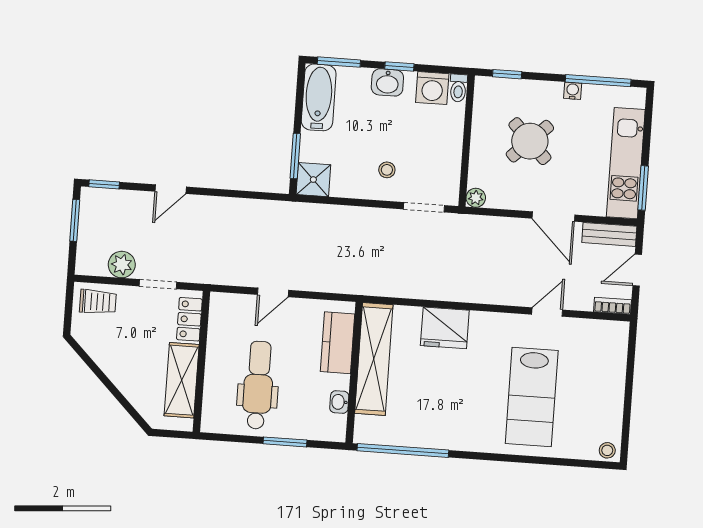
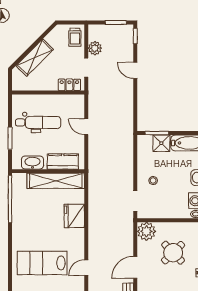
shower: (313, 180) -> (161, 143), moved
plant: (476, 198) -> (146, 231), width x1.87, depth x1.87
door: (547, 312) -> (86, 268), swing flipped
shelving: (182, 380) -> (35, 58), moved, turned -45
washbasin: (339, 402) -> (32, 163), width x1.91, depth x1.45

